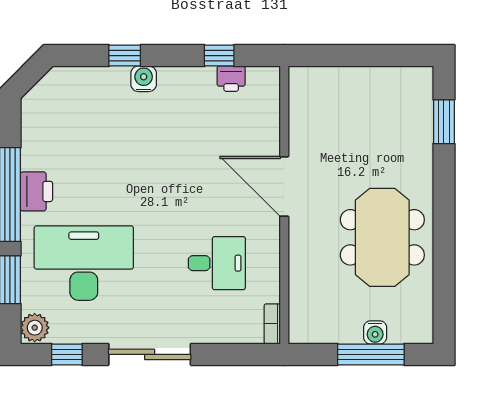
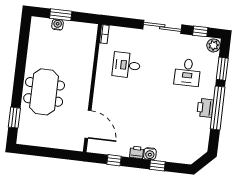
printer: (231, 79) -> (137, 152), moved
door: (284, 186) -> (88, 124), moved
meeting table: (382, 237) -> (44, 92), moved
desk: (84, 263) -> (187, 72), width x0.53, depth x0.77
window: (371, 354) -> (61, 15), width x0.69

